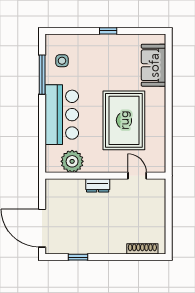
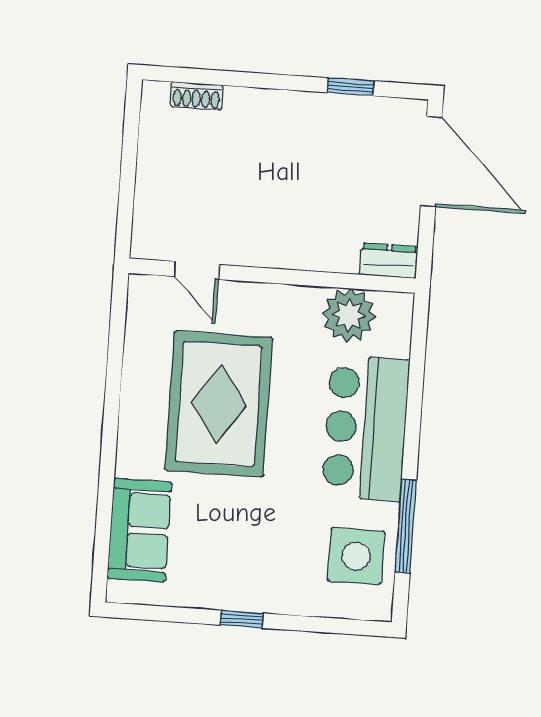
side table: (62, 61) -> (356, 556), width x1.87, depth x1.87
dresser: (98, 185) -> (389, 261), moved
shoe rack: (142, 249) -> (196, 96), width x0.70

